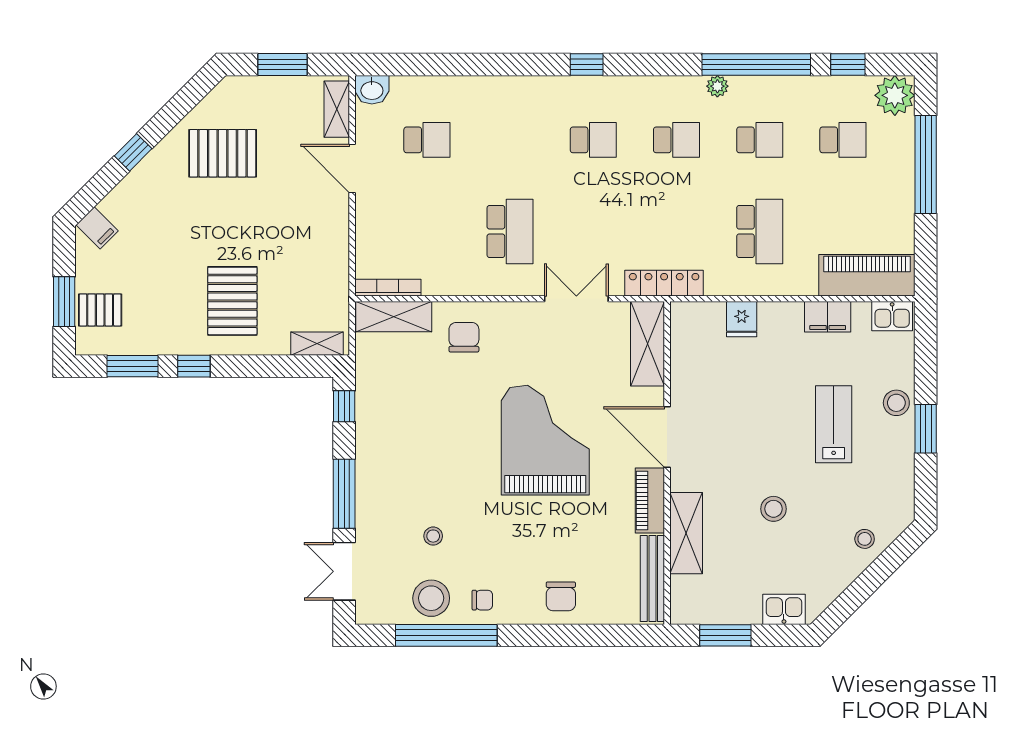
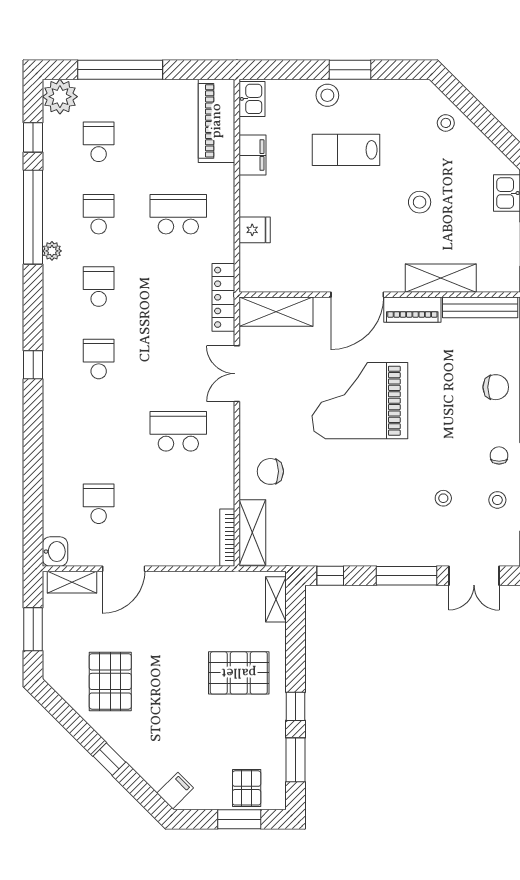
stool: (431, 598) -> (497, 500), width x0.53, depth x0.53

